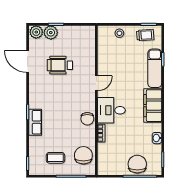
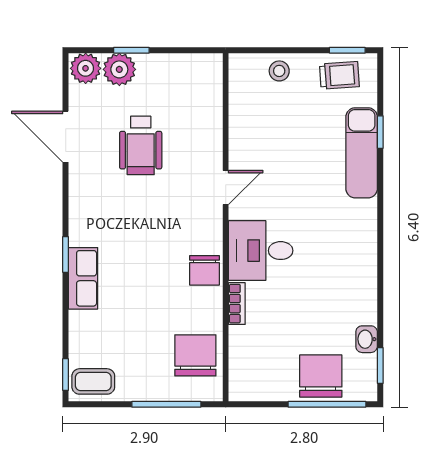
wheelchair: (60, 65) -> (141, 145), turned -90
filing cabinet: (153, 106) -> (357, 240), removed
washbasin: (157, 138) -> (367, 339), moved
coffee table: (55, 158) -> (93, 381), moved

